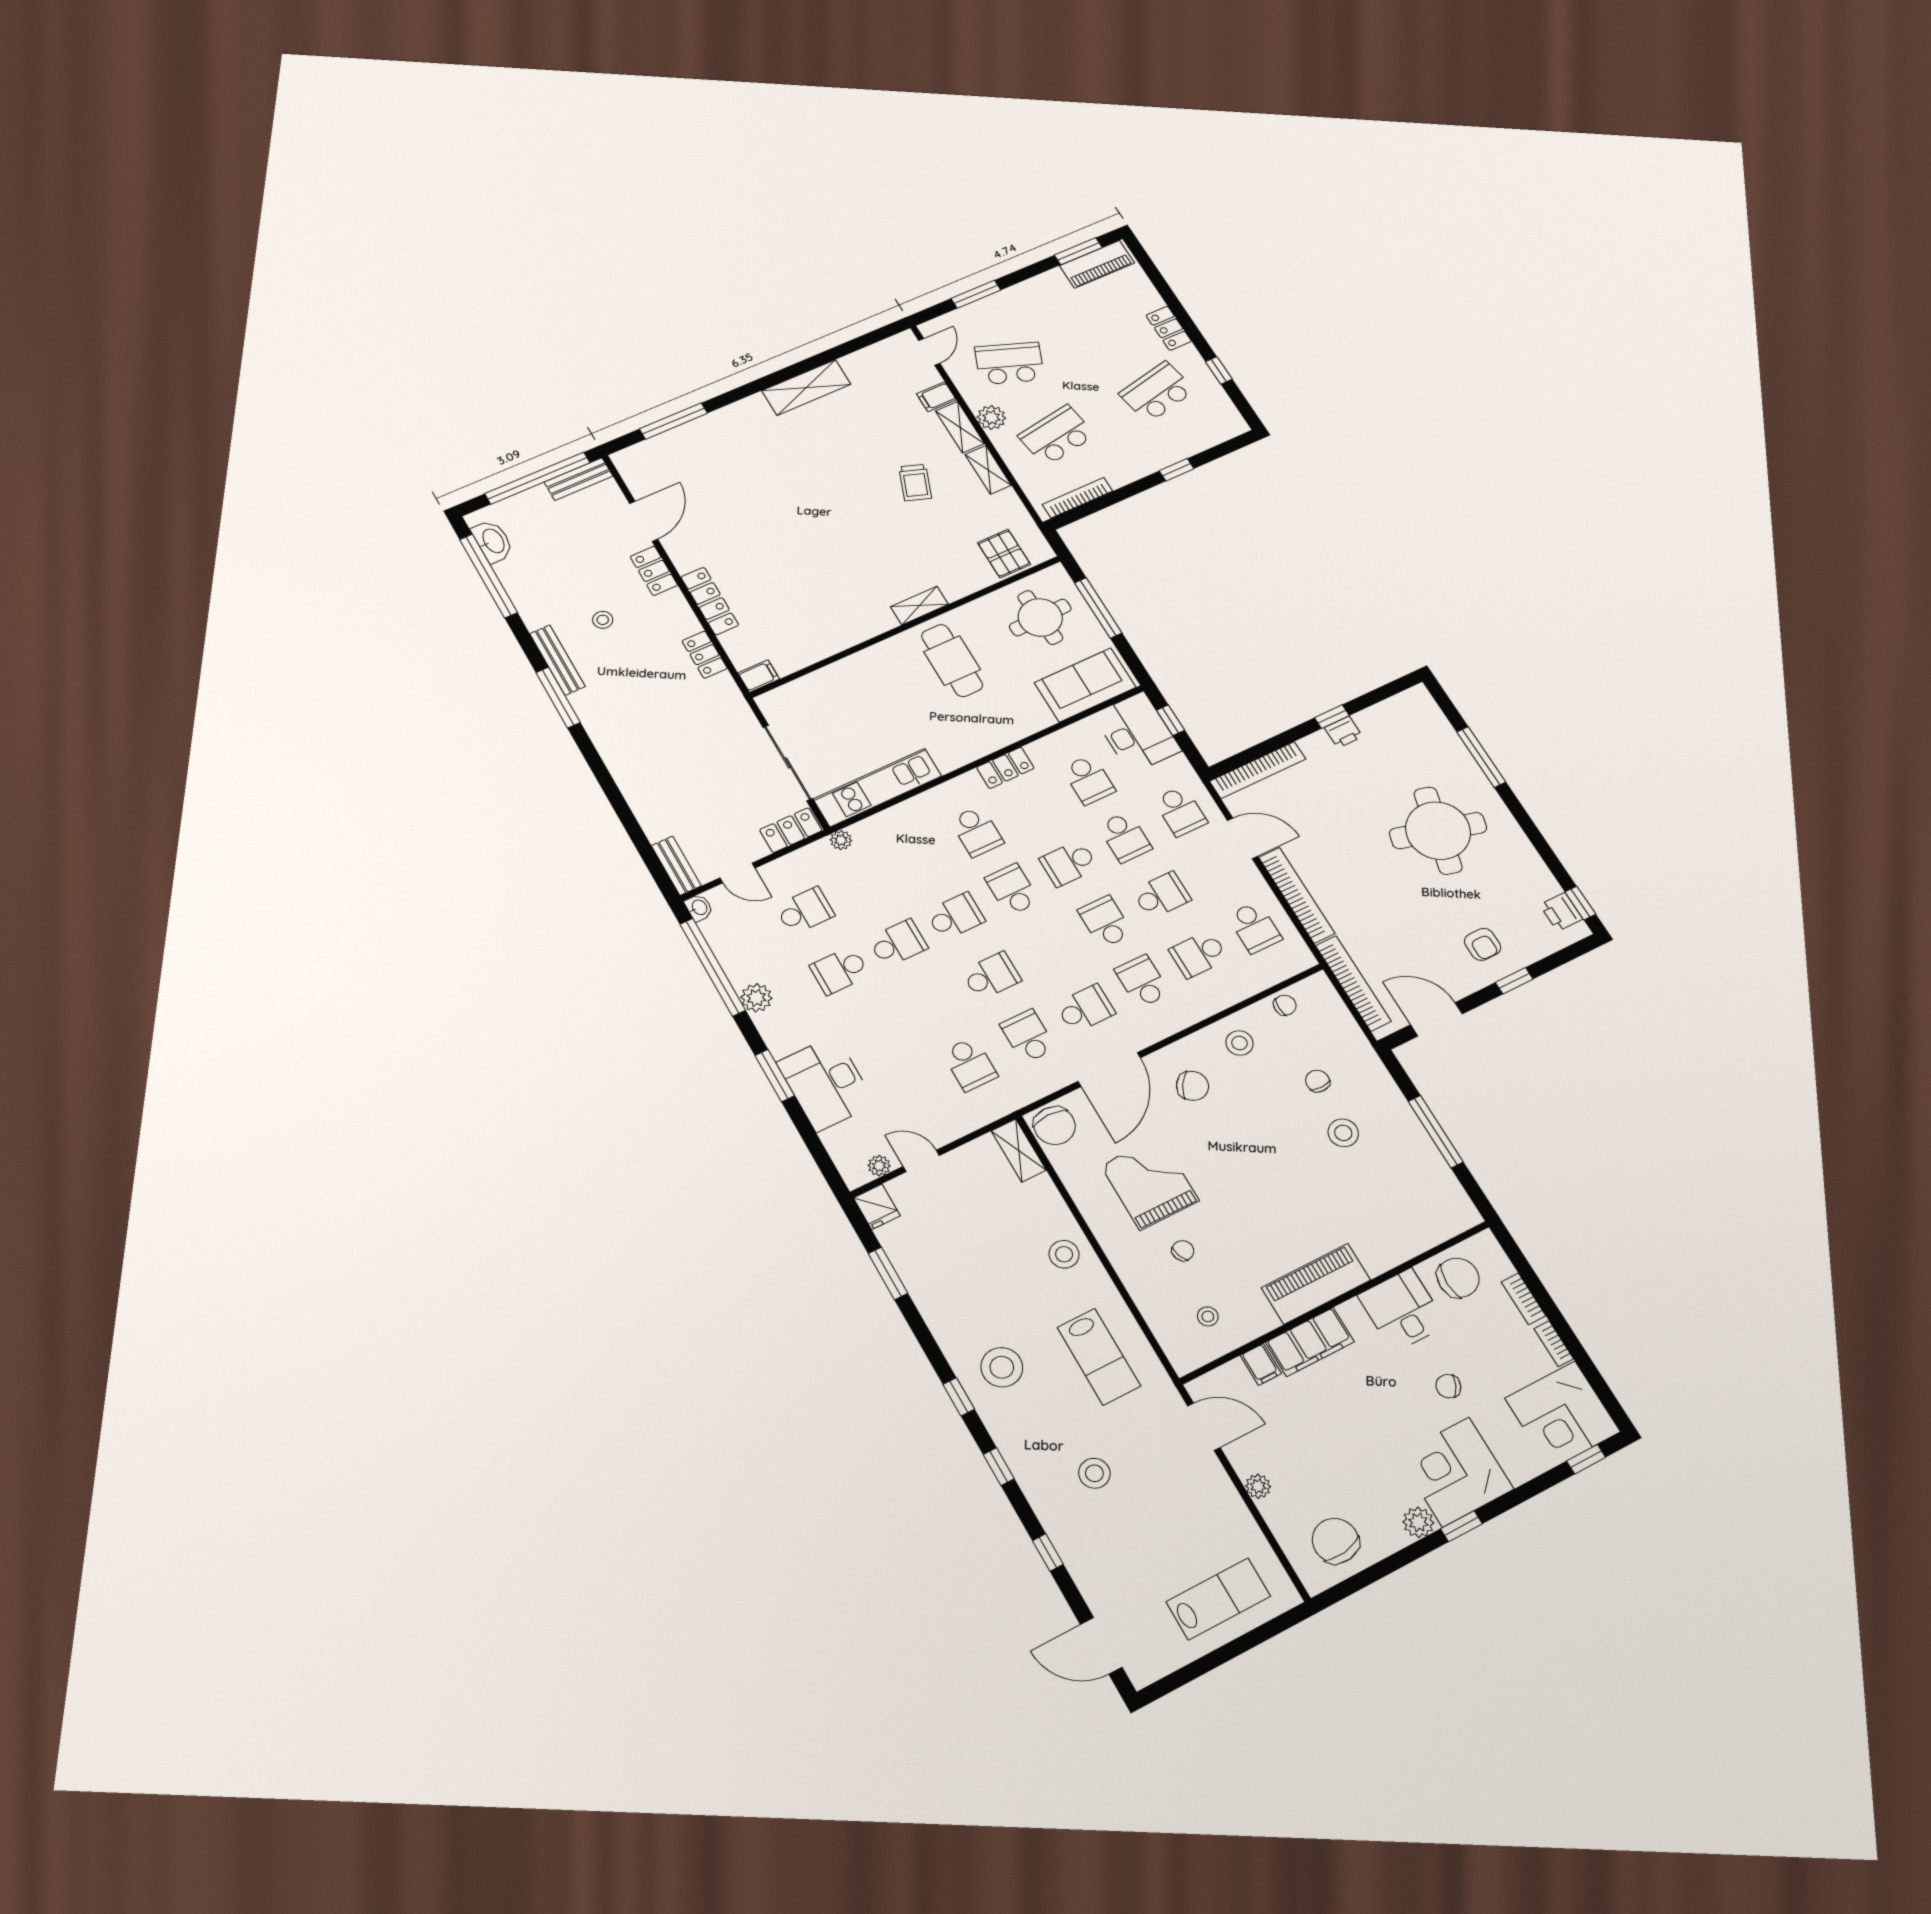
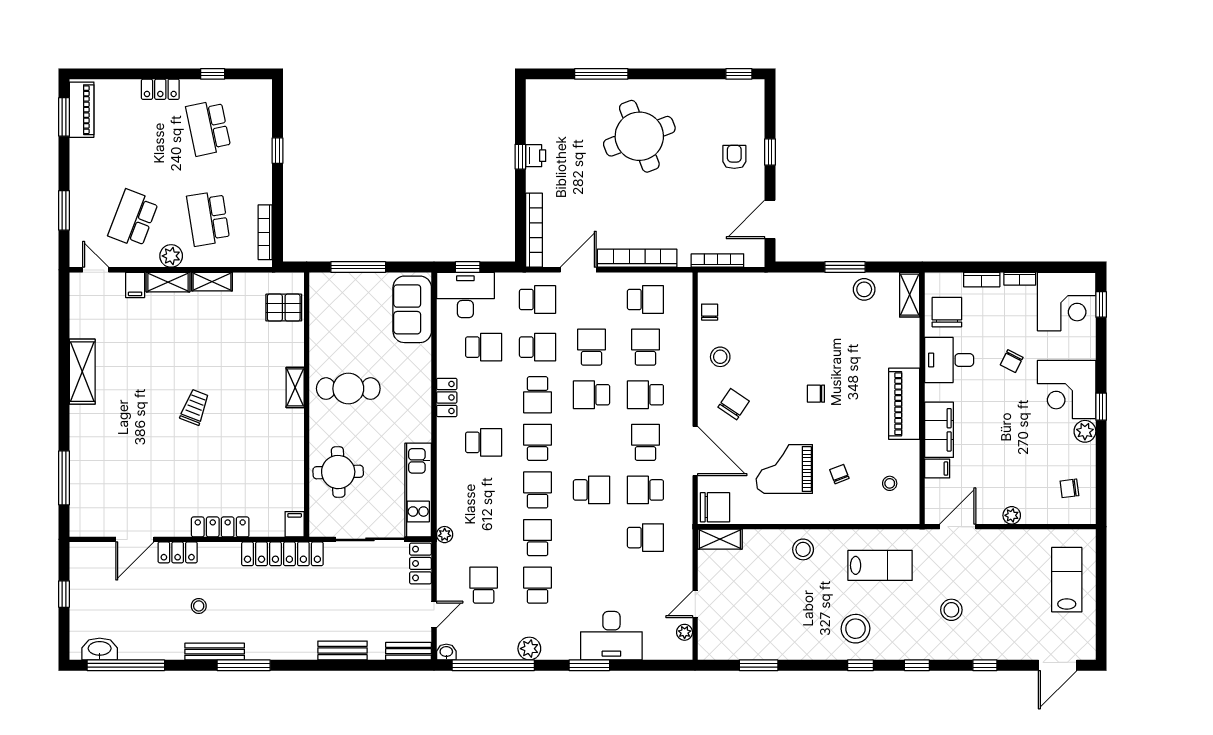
window: (538, 478) -> (64, 594), width x0.32
bench: (578, 479) -> (343, 651), moved, turned 90
trolley: (915, 483) -> (195, 407), moved, turned -89
door: (644, 521) -> (135, 539), swing flipped
round table: (1040, 618) -> (338, 472), moved
locker: (705, 655) -> (282, 554), width x2.16, depth x1.21
round table: (1438, 831) -> (639, 136), turned -36
school desk: (1012, 890) -> (538, 442), turned 90
printer: (1561, 912) -> (738, 91), removed
armchair: (1483, 944) -> (734, 157), turned -90
school desk: (1199, 954) -> (645, 347), turned 180
school desk: (840, 970) -> (538, 585), turned 180
school desk: (991, 976) -> (591, 490), turned 90
bookcase: (1353, 983) -> (717, 261), width x0.68, depth x0.76
chair: (1318, 1081) -> (816, 394), moved
window: (1436, 1132) -> (845, 267), width x0.69
stool: (1343, 1133) -> (864, 289), moved
fridge: (877, 1207) -> (711, 649), removed
shelving: (1451, 1223) -> (910, 295), added
chair: (1335, 1541) -> (1069, 488), width x0.54, depth x0.54

